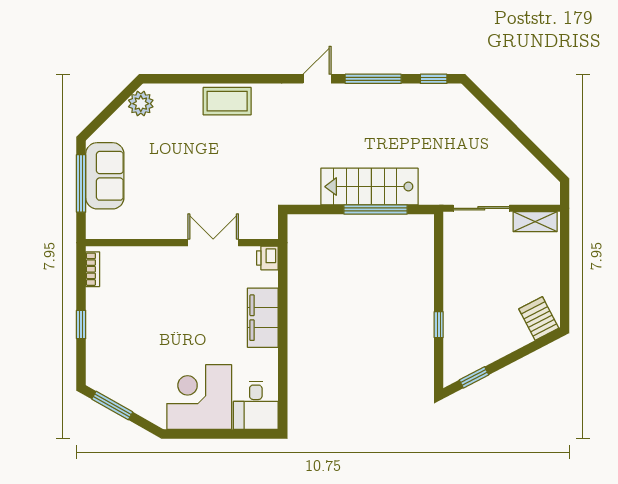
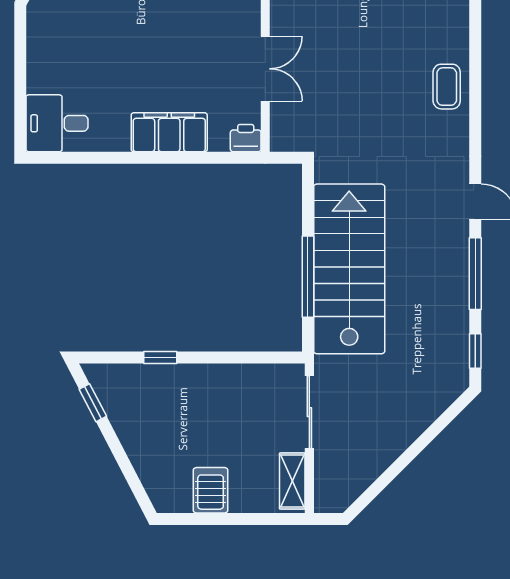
coffee table: (227, 101) -> (447, 87), width x0.73, depth x0.77
stairs: (369, 187) -> (349, 269), width x1.36, depth x1.51
server rack: (539, 318) -> (211, 490), moved, turned -63
corner desk: (199, 397) -> (68, 51), removed

